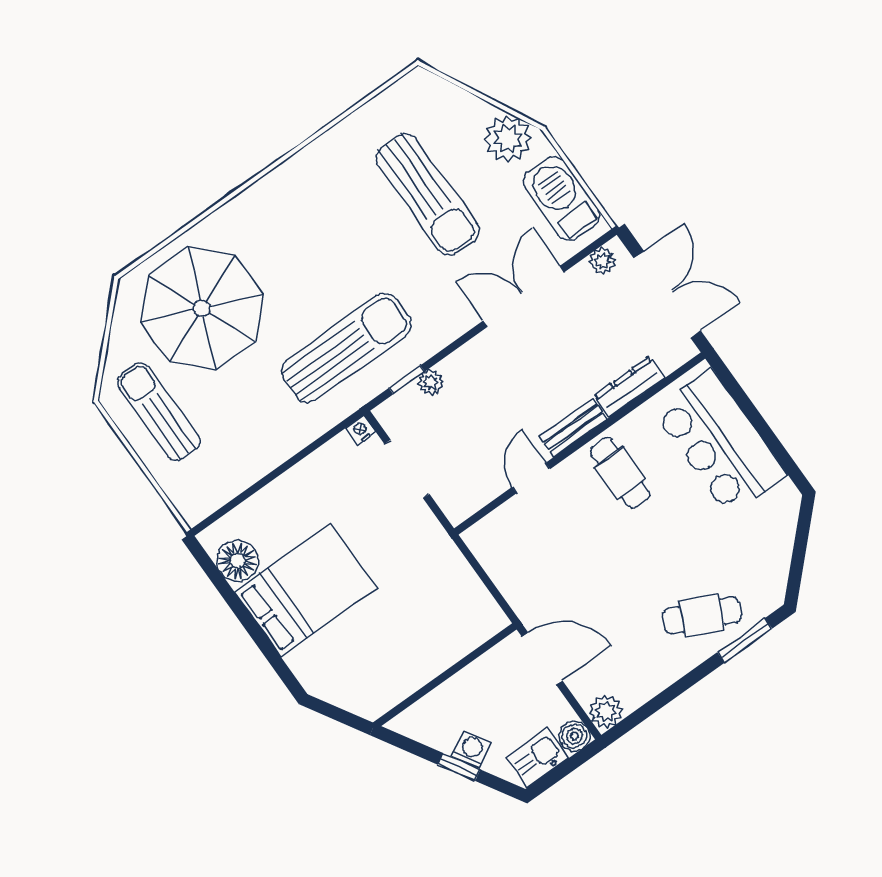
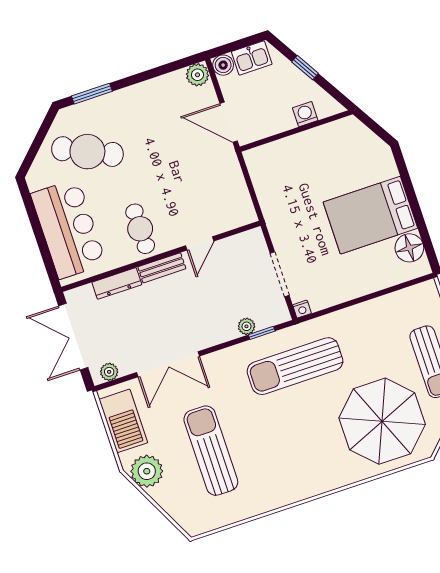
cafe table: (702, 615) -> (87, 152), moved, width x1.37, depth x1.35
washing machine: (471, 749) -> (305, 114), moved, turned 121

